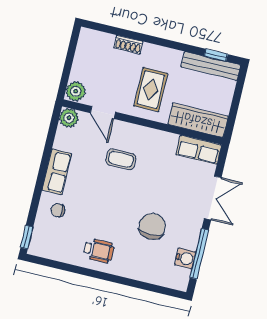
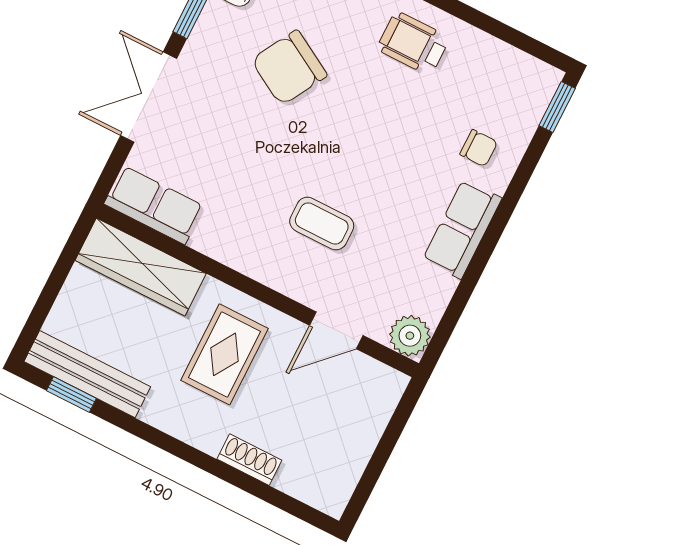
plant: (76, 91) -> (383, 388), removed
door: (103, 112) -> (336, 330), swing flipped
chair: (152, 226) -> (289, 68), turned 30

